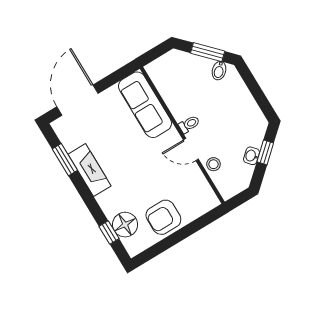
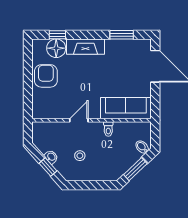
bidet: (219, 71) -> (142, 147), moved
toilet: (189, 124) -> (108, 129), moved
stool: (213, 164) -> (80, 156), moved
fireplace: (89, 170) -> (85, 47), moved

